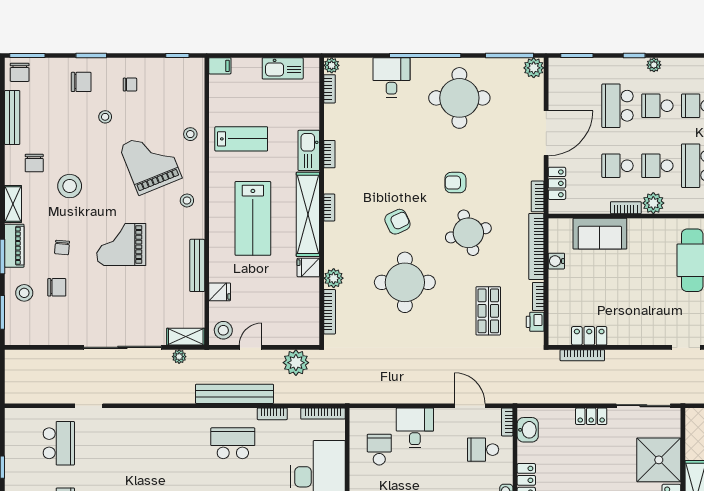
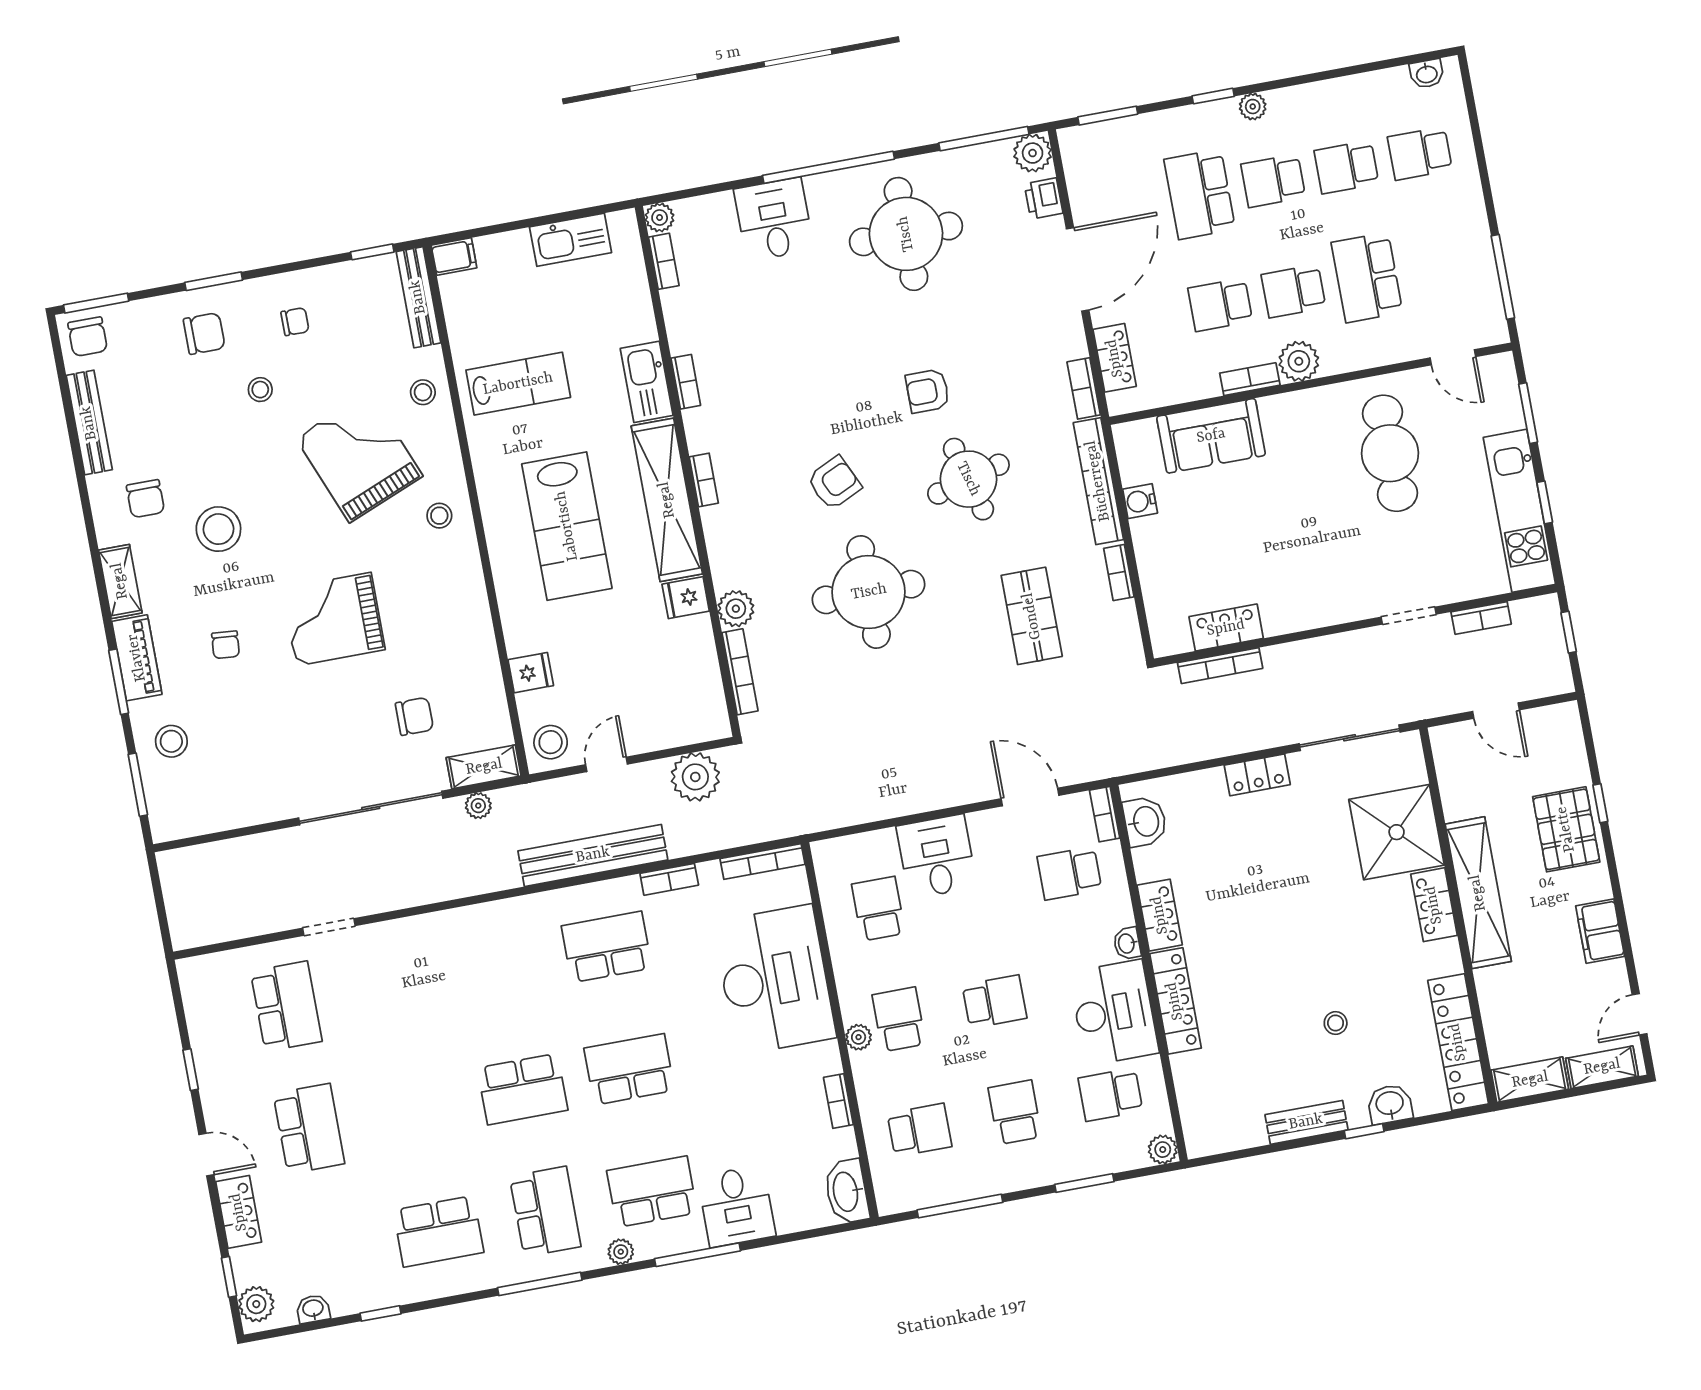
bench: (197, 265) -> (418, 297), moved
chair: (57, 287) -> (414, 716), moved
printer: (535, 322) -> (1044, 198), moved

